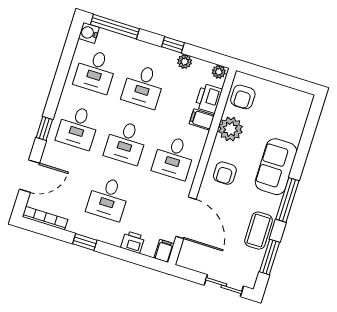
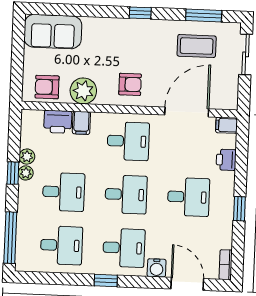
water cooler: (89, 33) -> (157, 268), moved
plant: (219, 72) -> (26, 173), moved
armchair: (243, 97) -> (47, 87), turned 180
window: (44, 129) -> (106, 281), moved
sofa: (276, 167) -> (53, 32), moved
window: (287, 200) -> (140, 13), width x0.46
bookcase: (45, 218) -> (226, 265), width x0.64
coffee table: (258, 231) -> (197, 46), moved

